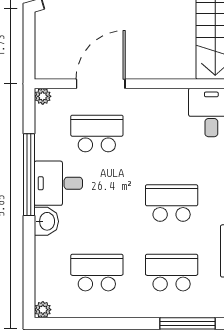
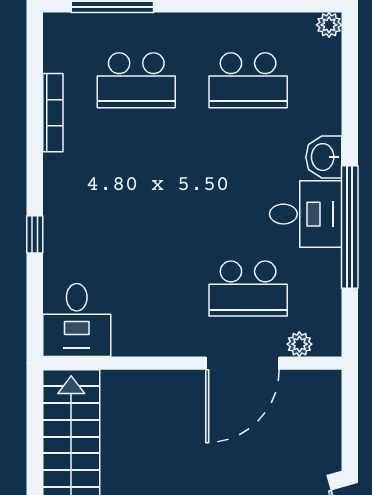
plant: (43, 96) -> (299, 344), moved
school desk: (172, 203) -> (136, 184), removed

